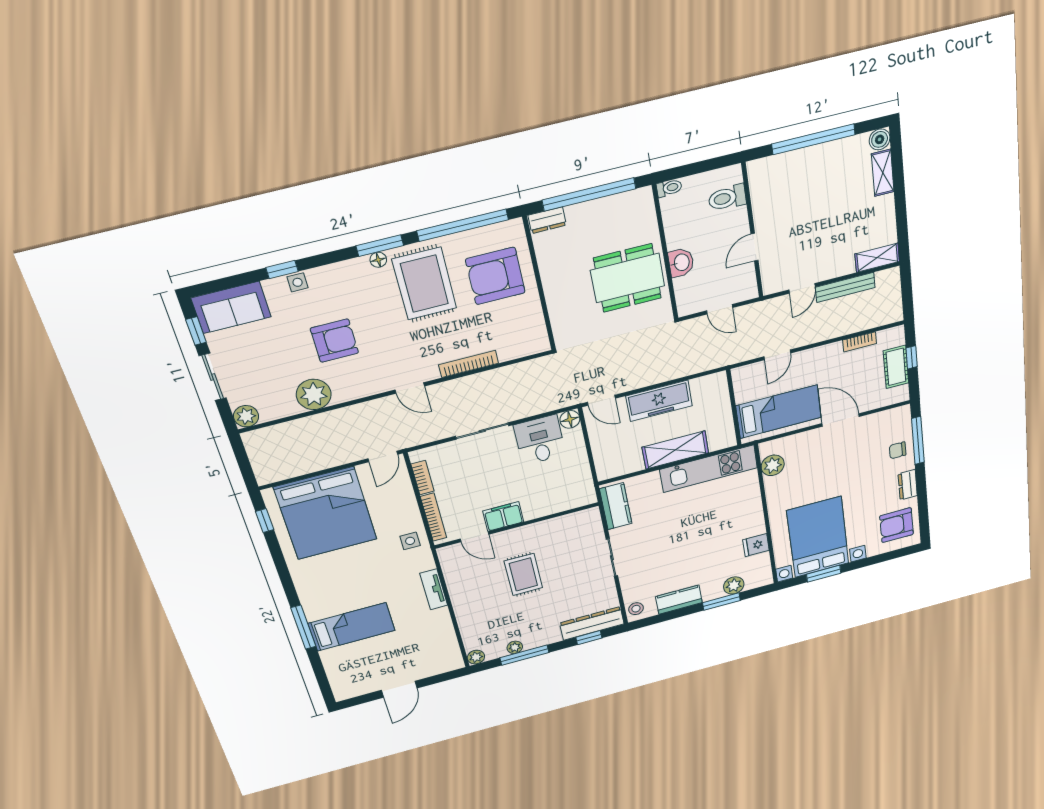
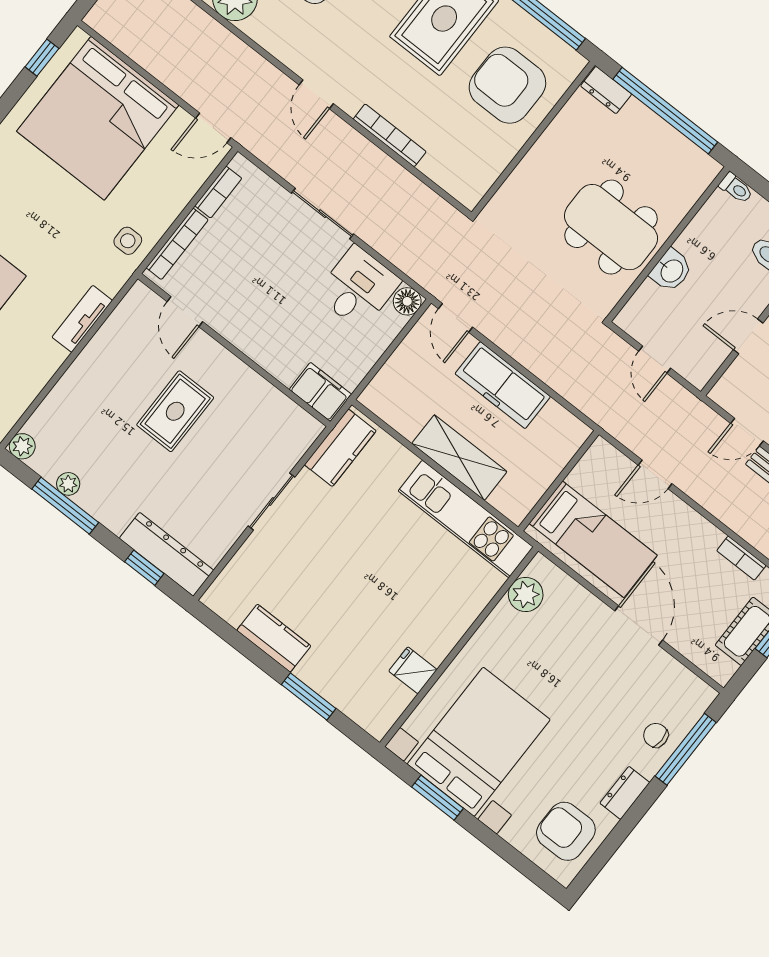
filing cabinet: (503, 516) -> (320, 392), moved
plant: (734, 585) -> (341, 692), removed
stool: (636, 609) -> (224, 593), removed

